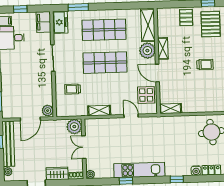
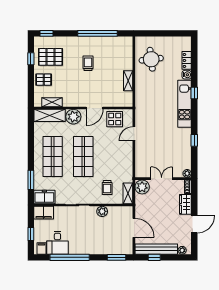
shelving: (163, 48) -> (52, 102), moved
shelving: (171, 109) -> (128, 81), moved
plant: (48, 111) -> (102, 211), moved
shelving: (99, 111) -> (128, 193), moved
double door: (84, 147) -> (162, 179), swing flipped
kitchen unit: (139, 170) -> (185, 104), moved

